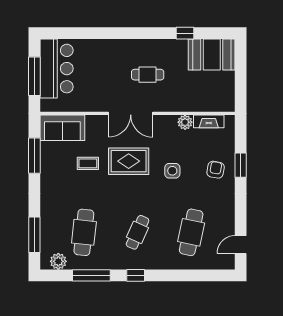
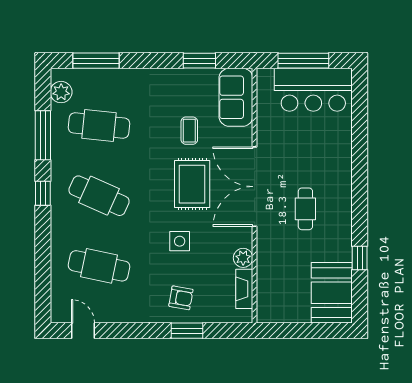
double door: (131, 113) -> (255, 187), width x1.36
window: (34, 156) -> (199, 61), width x0.69
cafe table: (138, 232) -> (99, 196), width x1.37, depth x1.35

